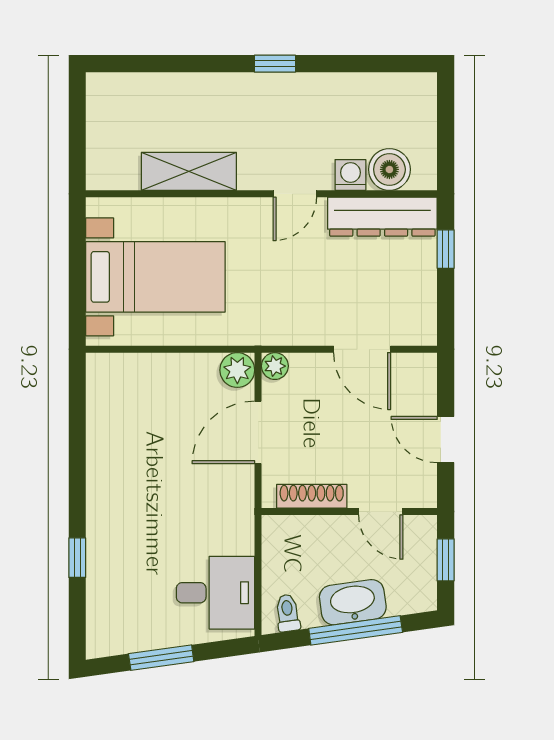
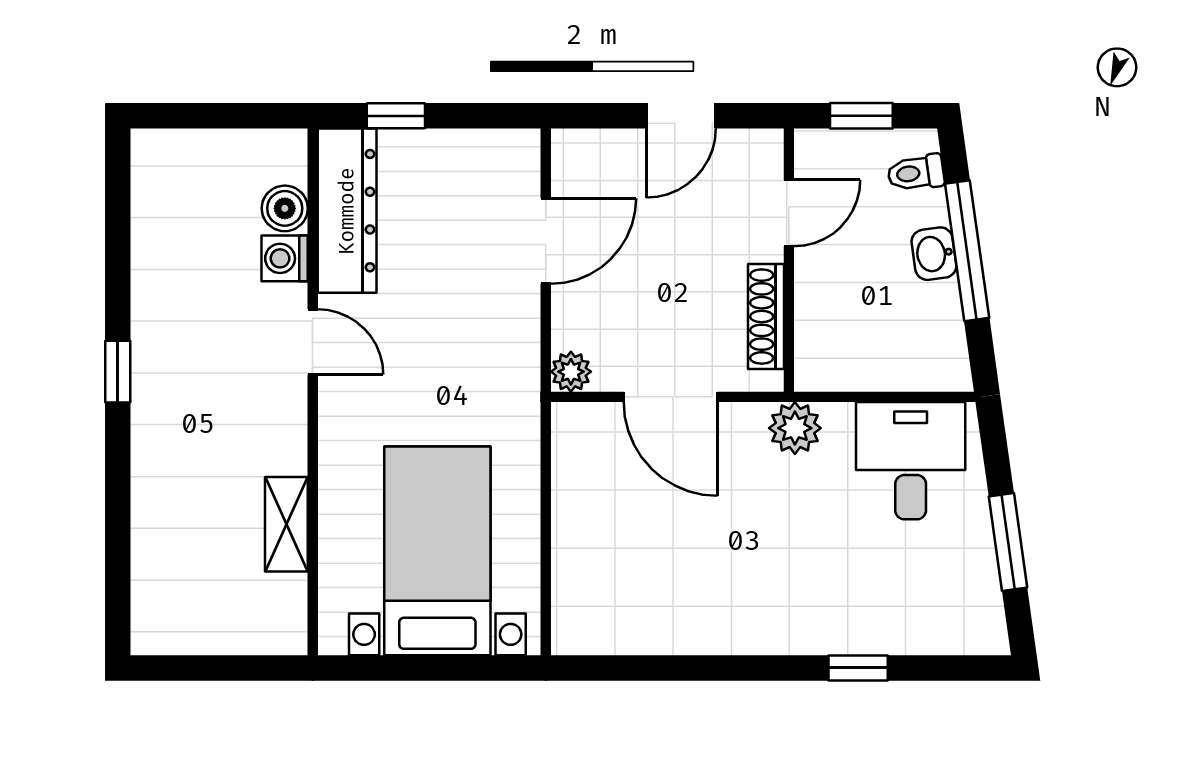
boiler: (389, 169) -> (285, 208), width x0.73, depth x0.73
shelving: (189, 171) -> (286, 524), width x0.67, depth x0.75
plant: (237, 370) -> (795, 428), moved
washbasin: (353, 602) -> (934, 254), width x0.52, depth x0.69
toilet: (288, 613) -> (916, 173), moved

